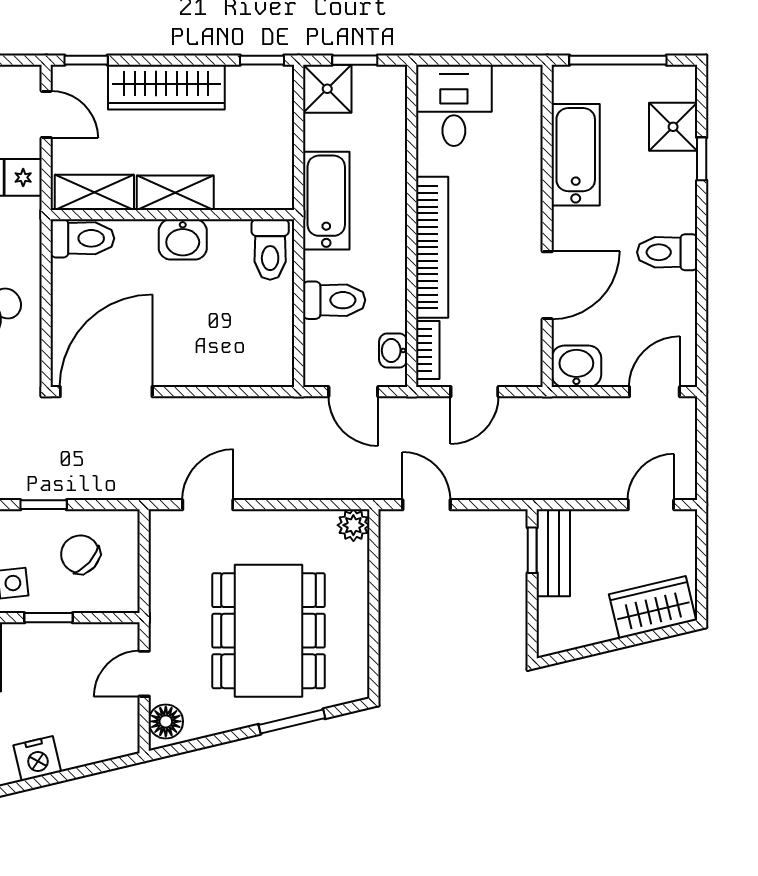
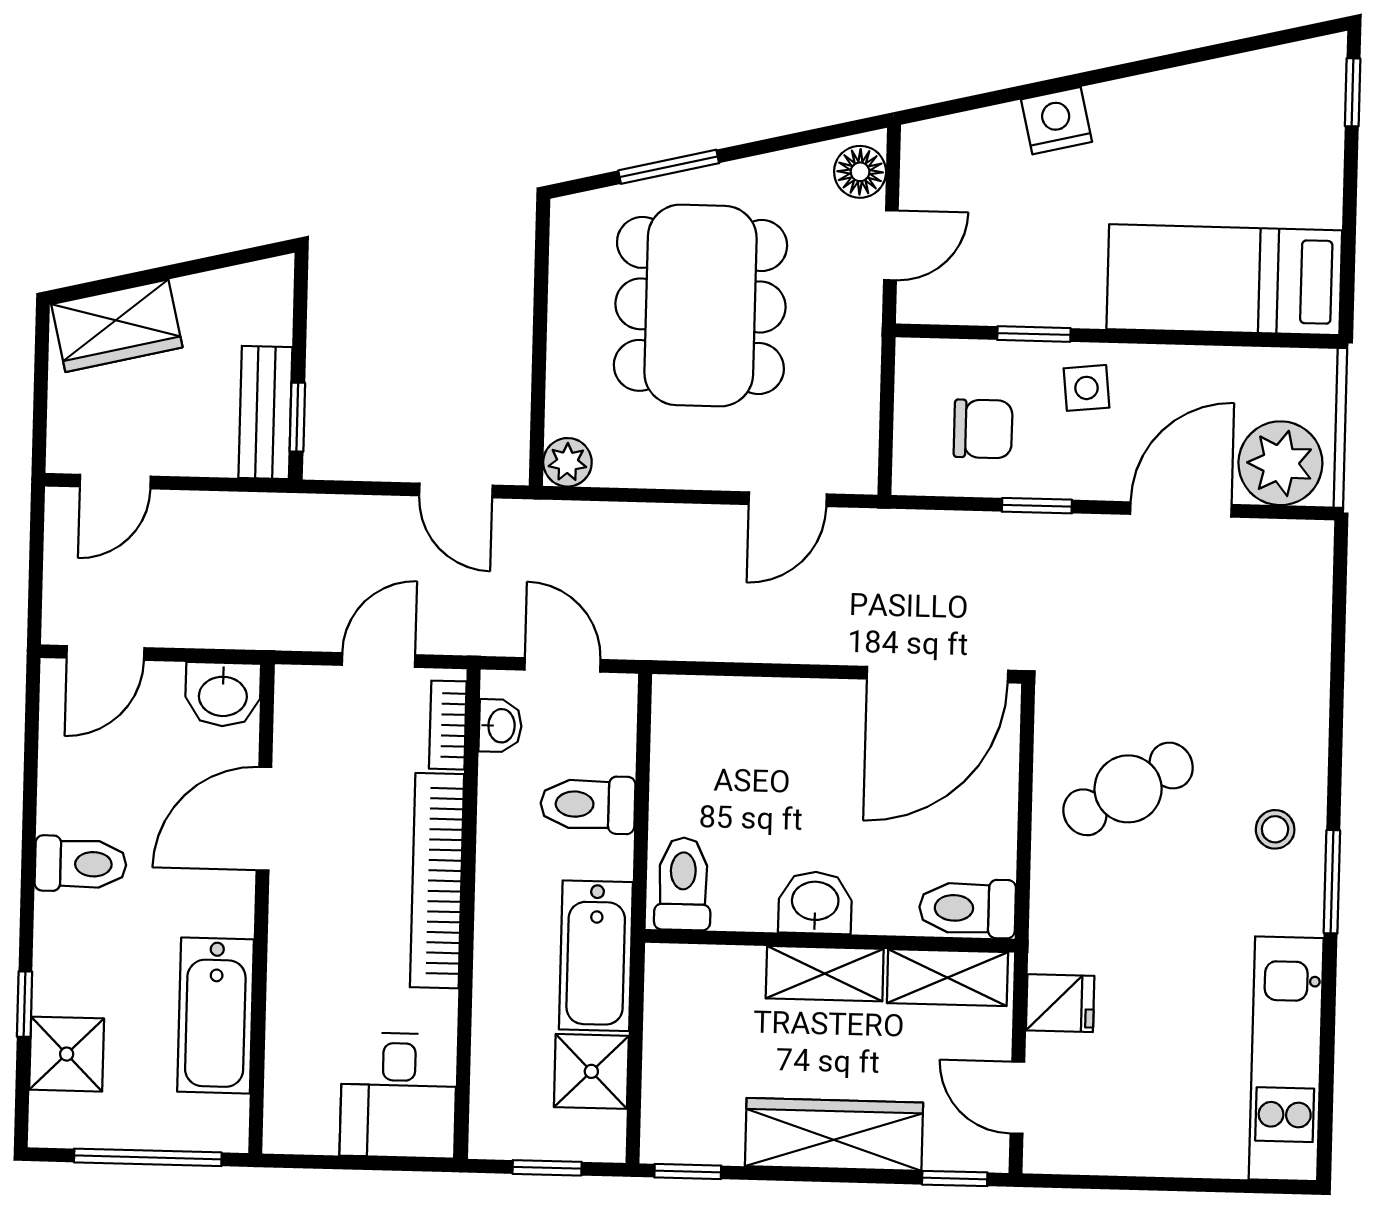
shower: (327, 89) -> (591, 1071), moved
chair: (80, 554) -> (983, 429), turned -42

